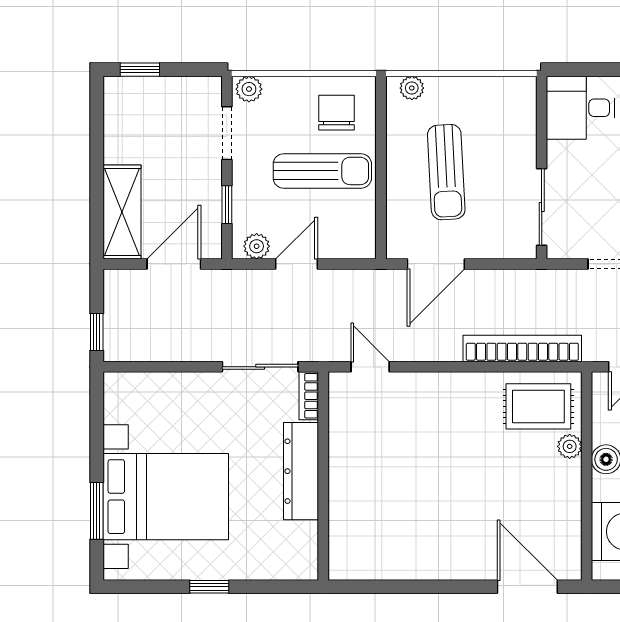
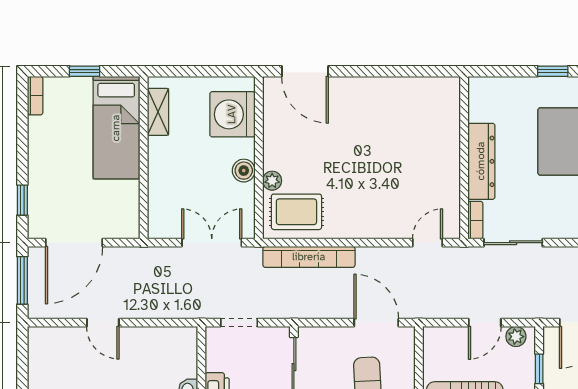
door: (436, 264) -> (376, 323), hinge flipped
door: (370, 367) -> (428, 243), swing flipped

